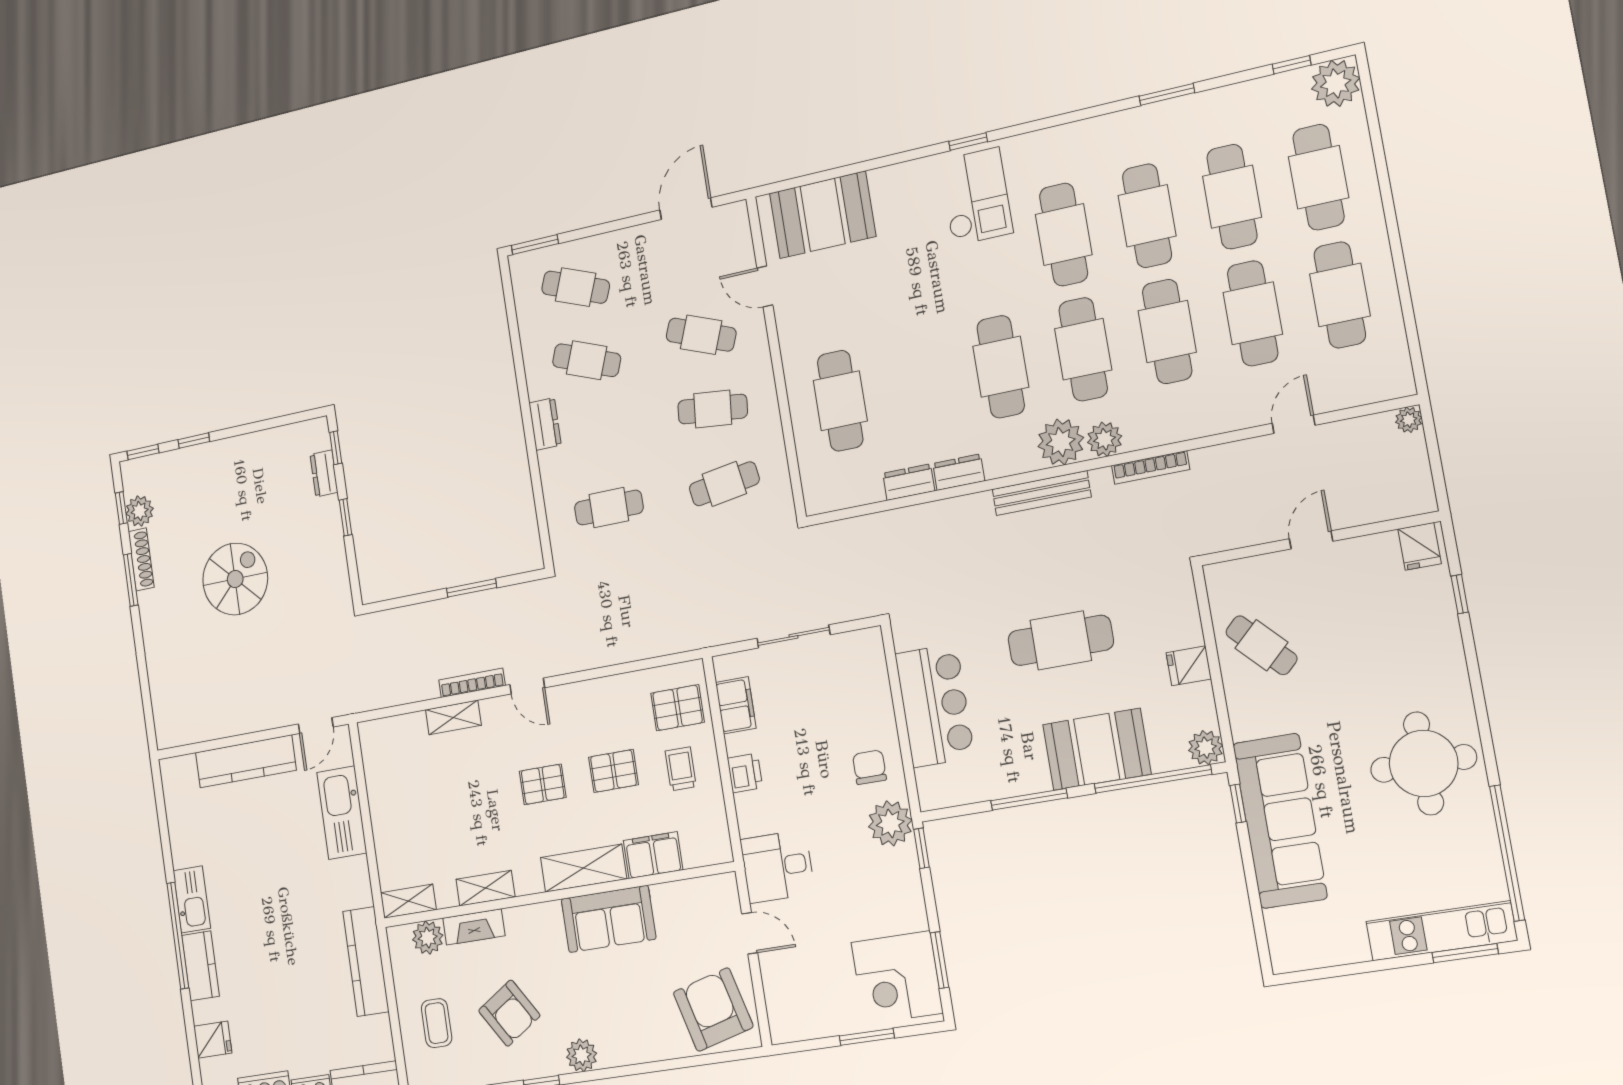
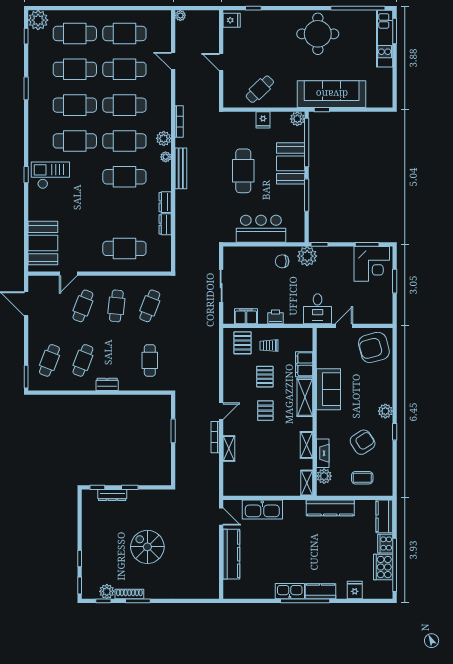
plant: (1061, 442) -> (166, 157), width x0.53, depth x0.53
dresser: (324, 473) -> (112, 495), width x1.44
cafe table: (724, 484) -> (150, 306), turned 30

